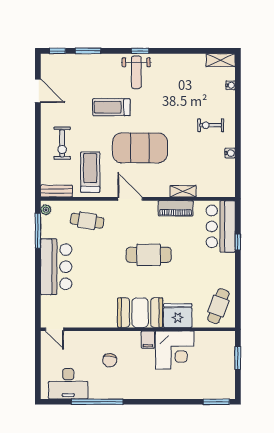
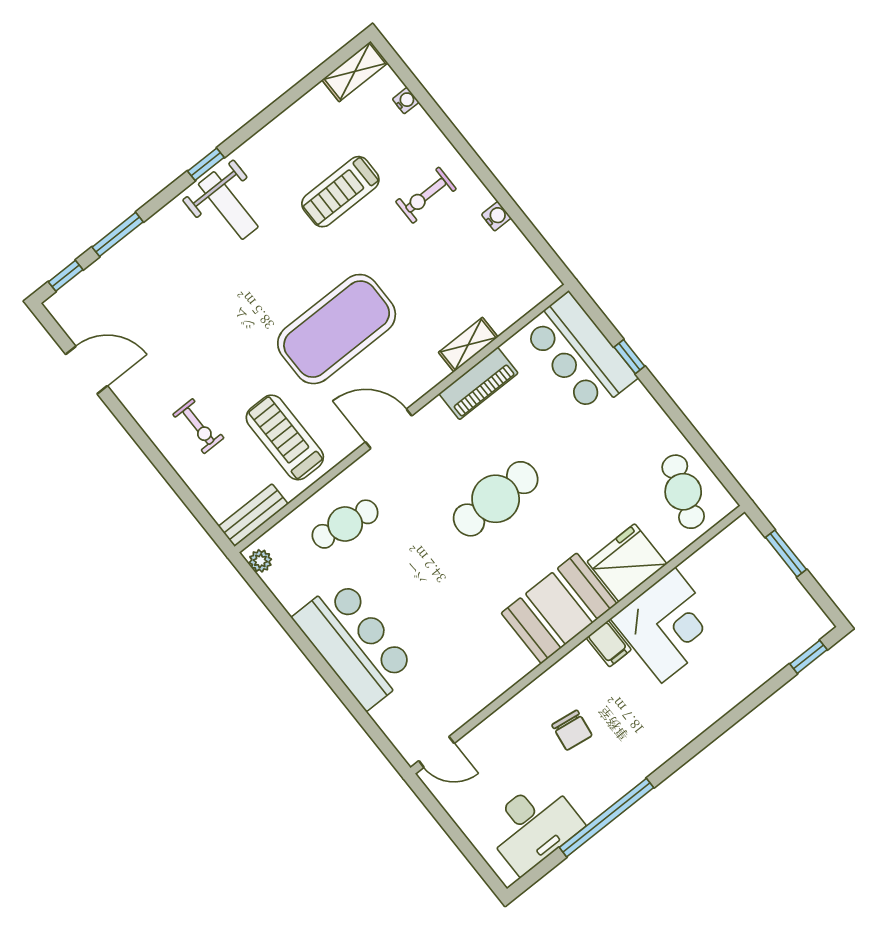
treadmill: (111, 107) -> (340, 192), moved
exercise bike: (62, 143) -> (198, 426), width x0.73, depth x0.72
window: (38, 231) -> (275, 607), removed
window: (216, 402) -> (808, 657), width x0.67

